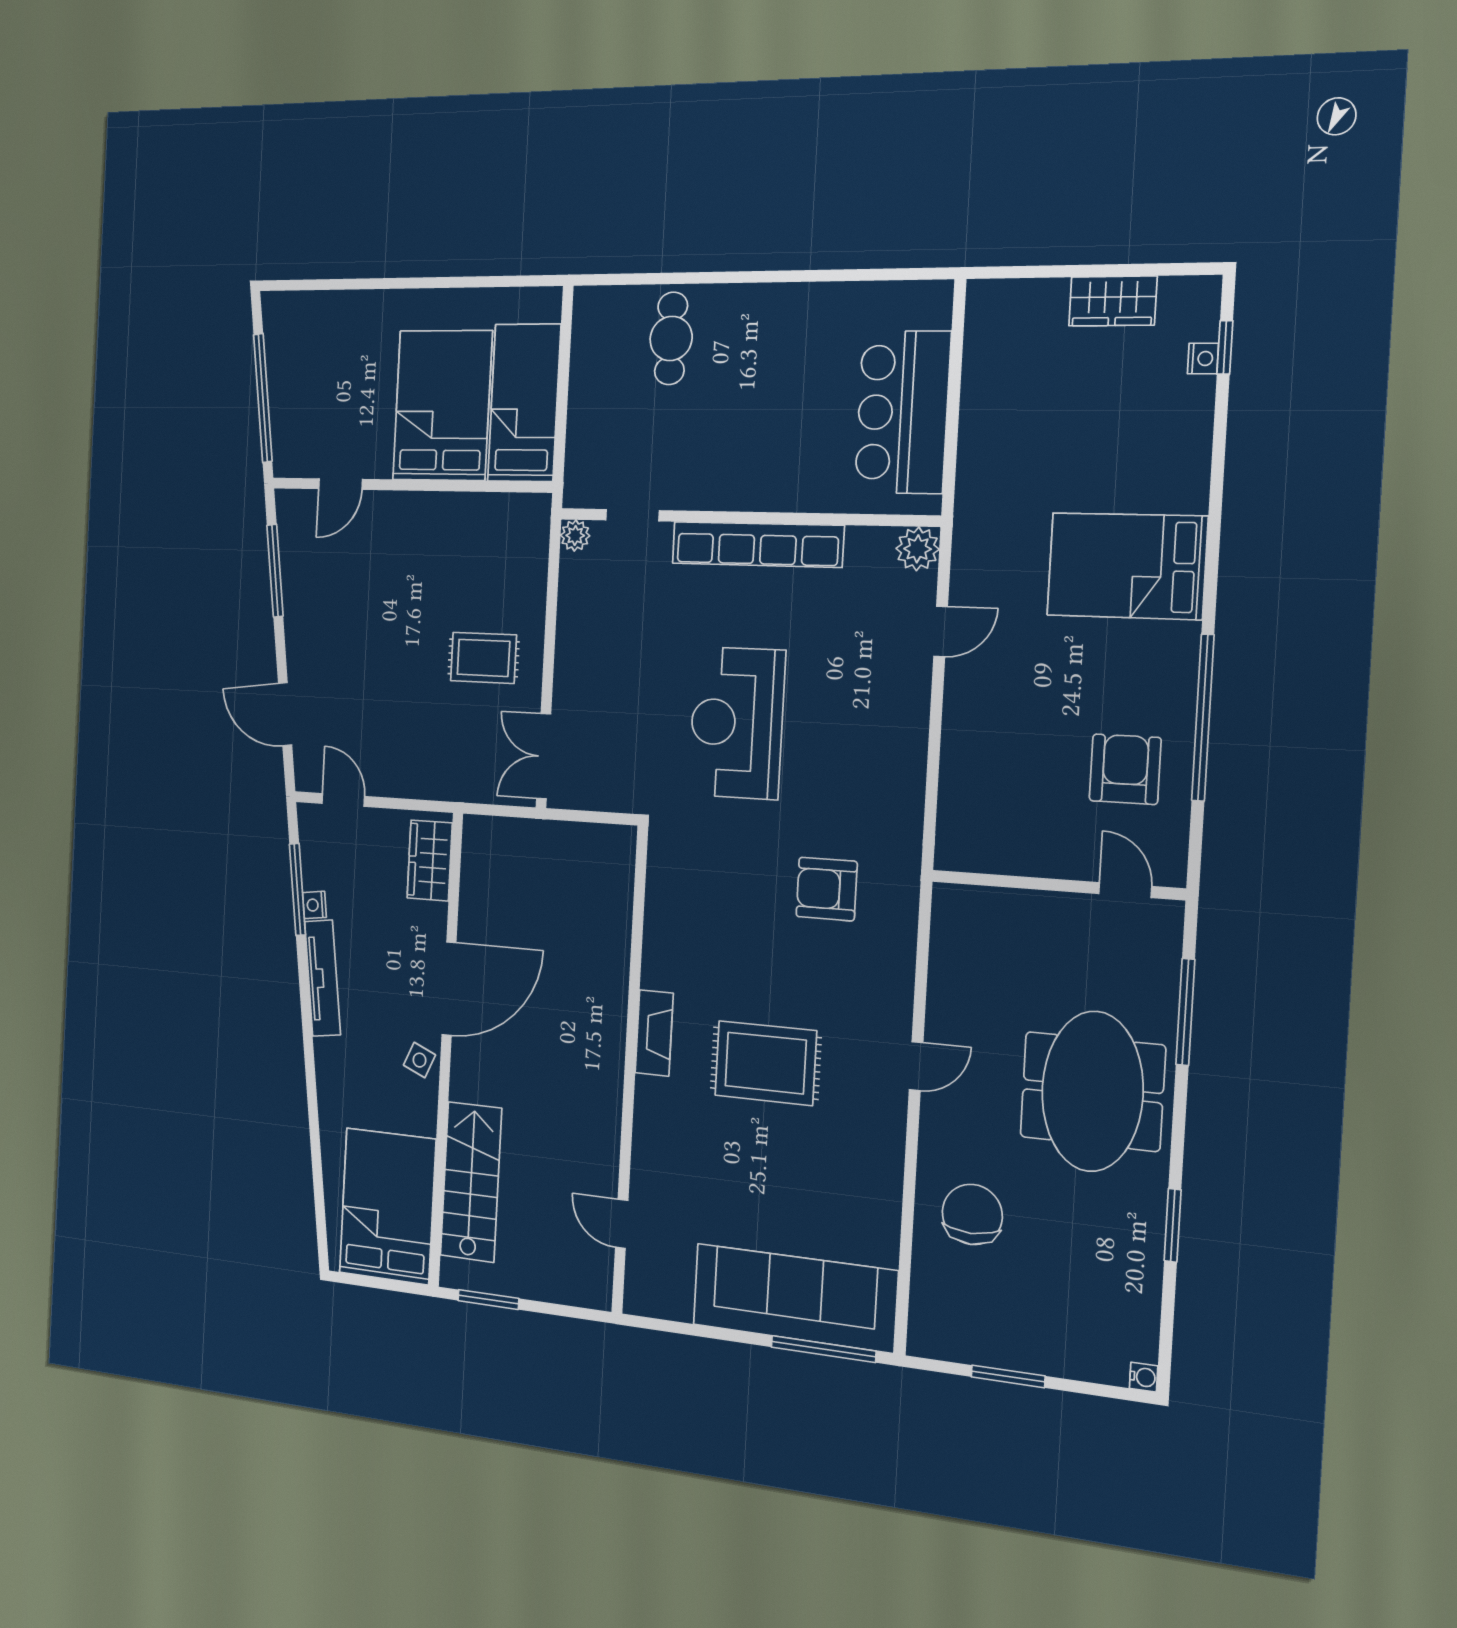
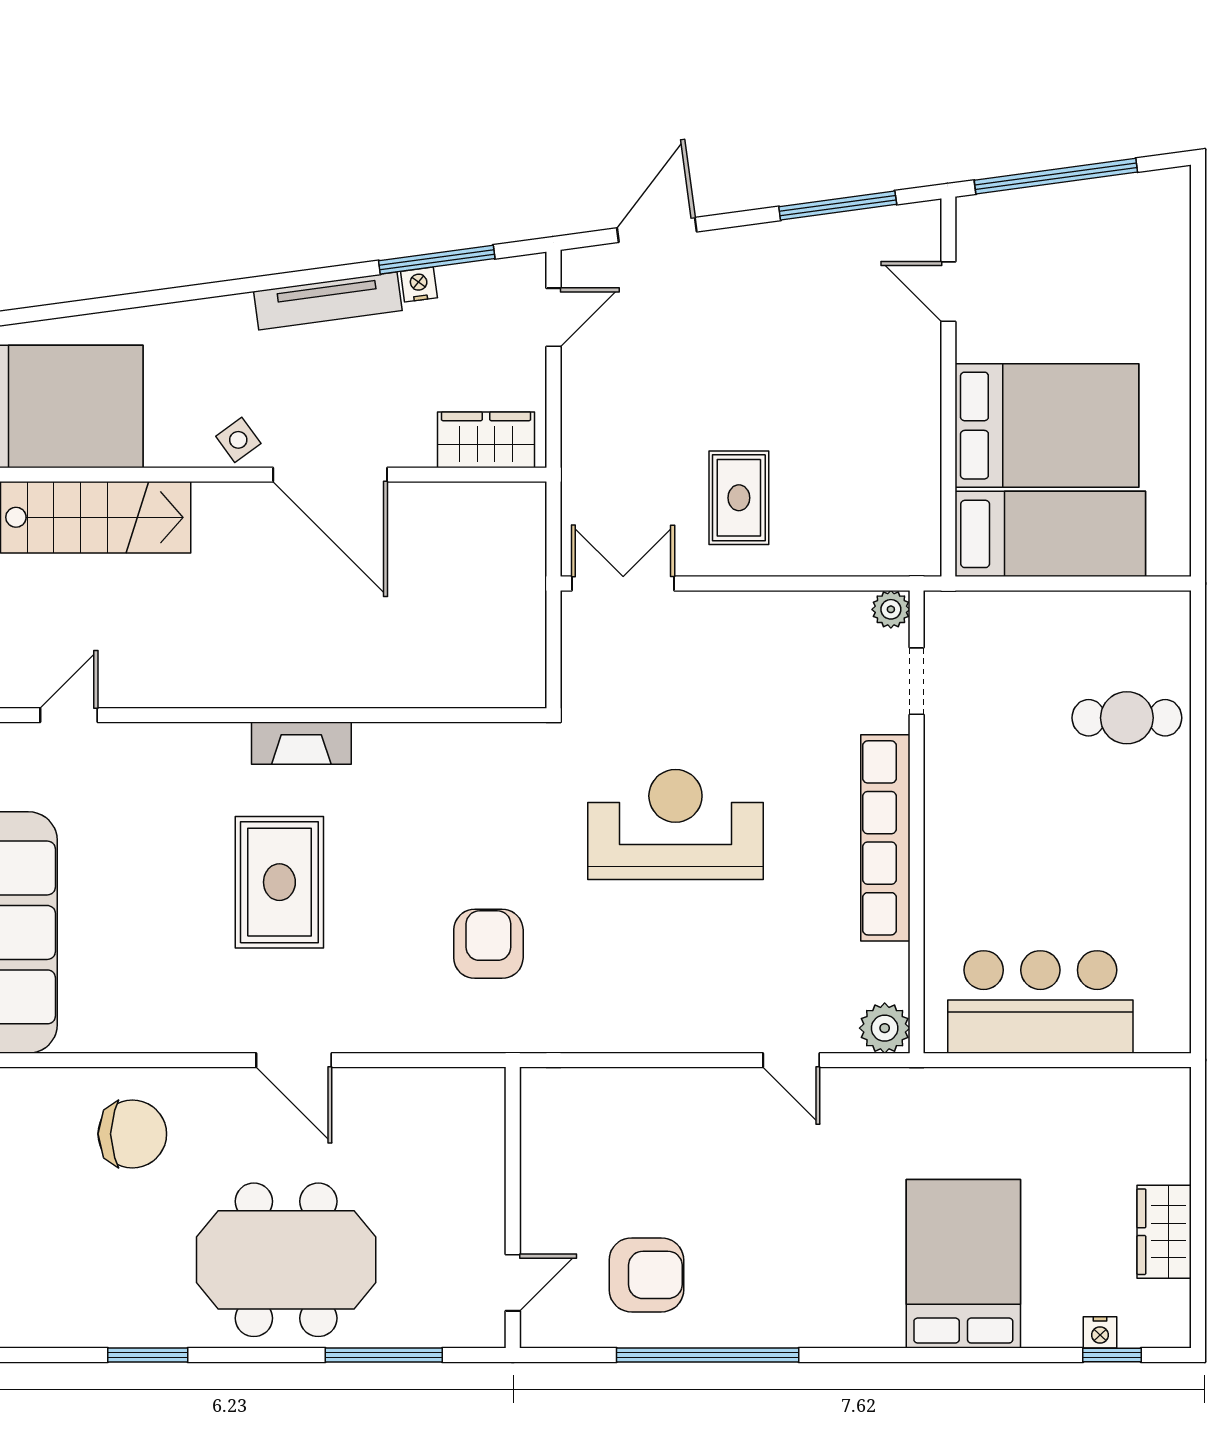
bed: (1127, 566) -> (963, 1264), moved
side table: (419, 1060) -> (238, 440), turned 31
door: (916, 1066) -> (294, 1060), width x1.38

